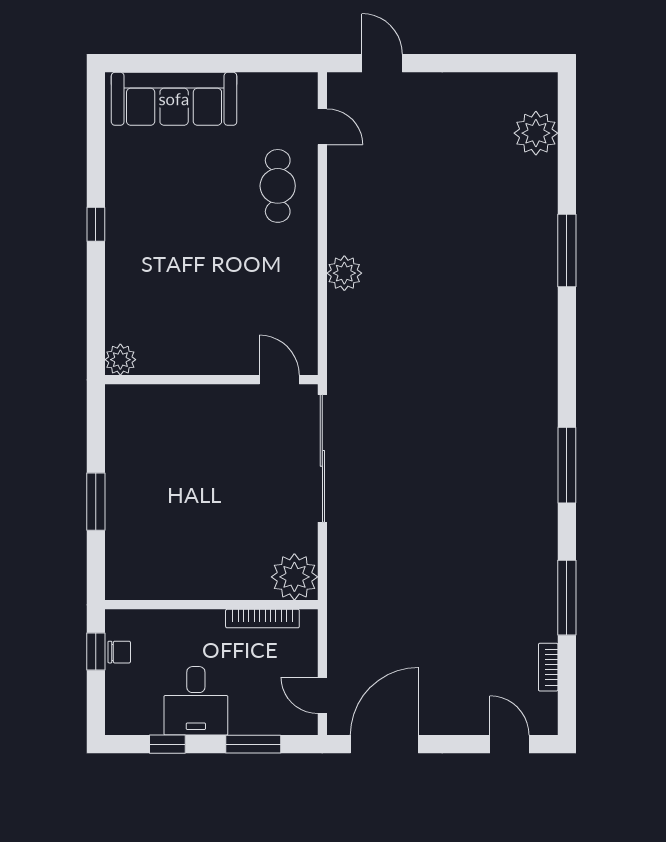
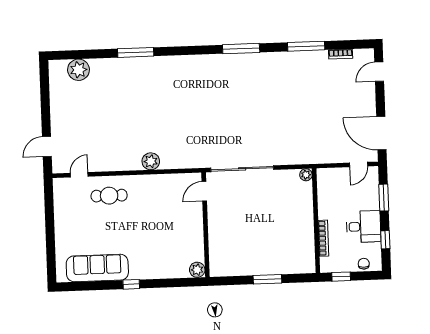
sofa: (174, 99) -> (97, 268), moved, turned -90
plant: (294, 577) -> (306, 175), width x0.53, depth x0.53
bookcase: (262, 619) -> (323, 238), moved
chair: (119, 652) -> (364, 264), moved

